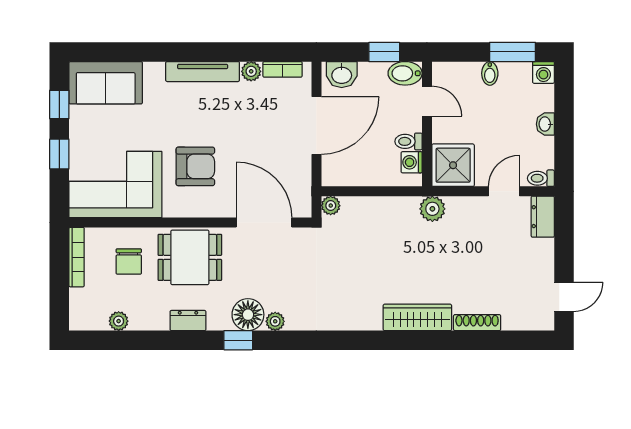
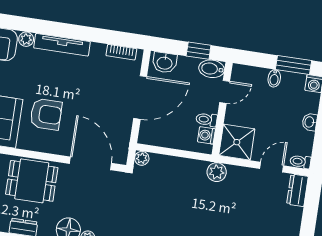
plant: (251, 71) -> (26, 39), moved
door: (427, 101) -> (225, 92), hinge flipped

